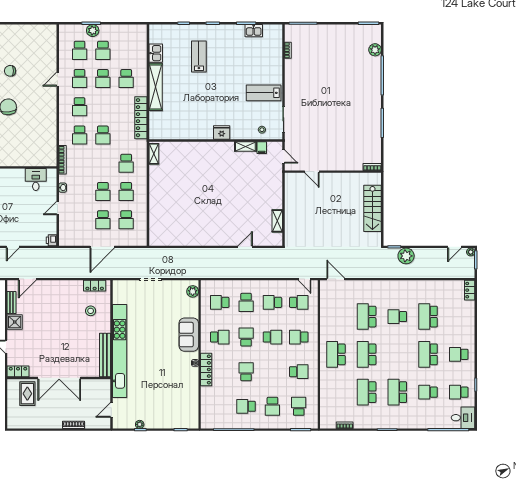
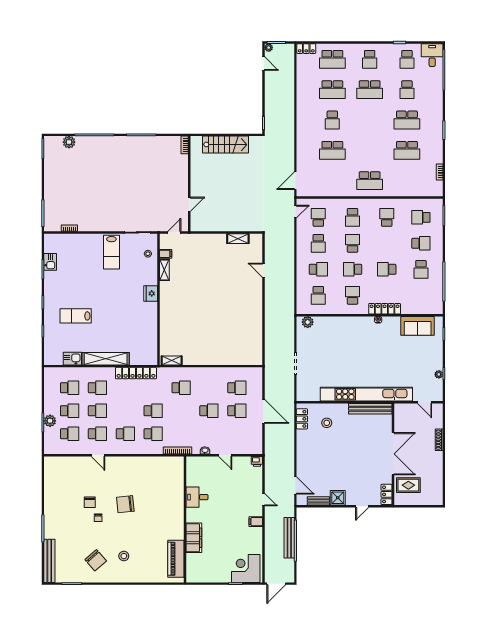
desk: (36, 179) -> (197, 497), moved
school desk: (126, 192) -> (70, 388), moved
plant: (406, 256) -> (273, 111), removed
sofa: (189, 335) -> (418, 326), moved
school desk: (367, 354) -> (332, 59), moved

